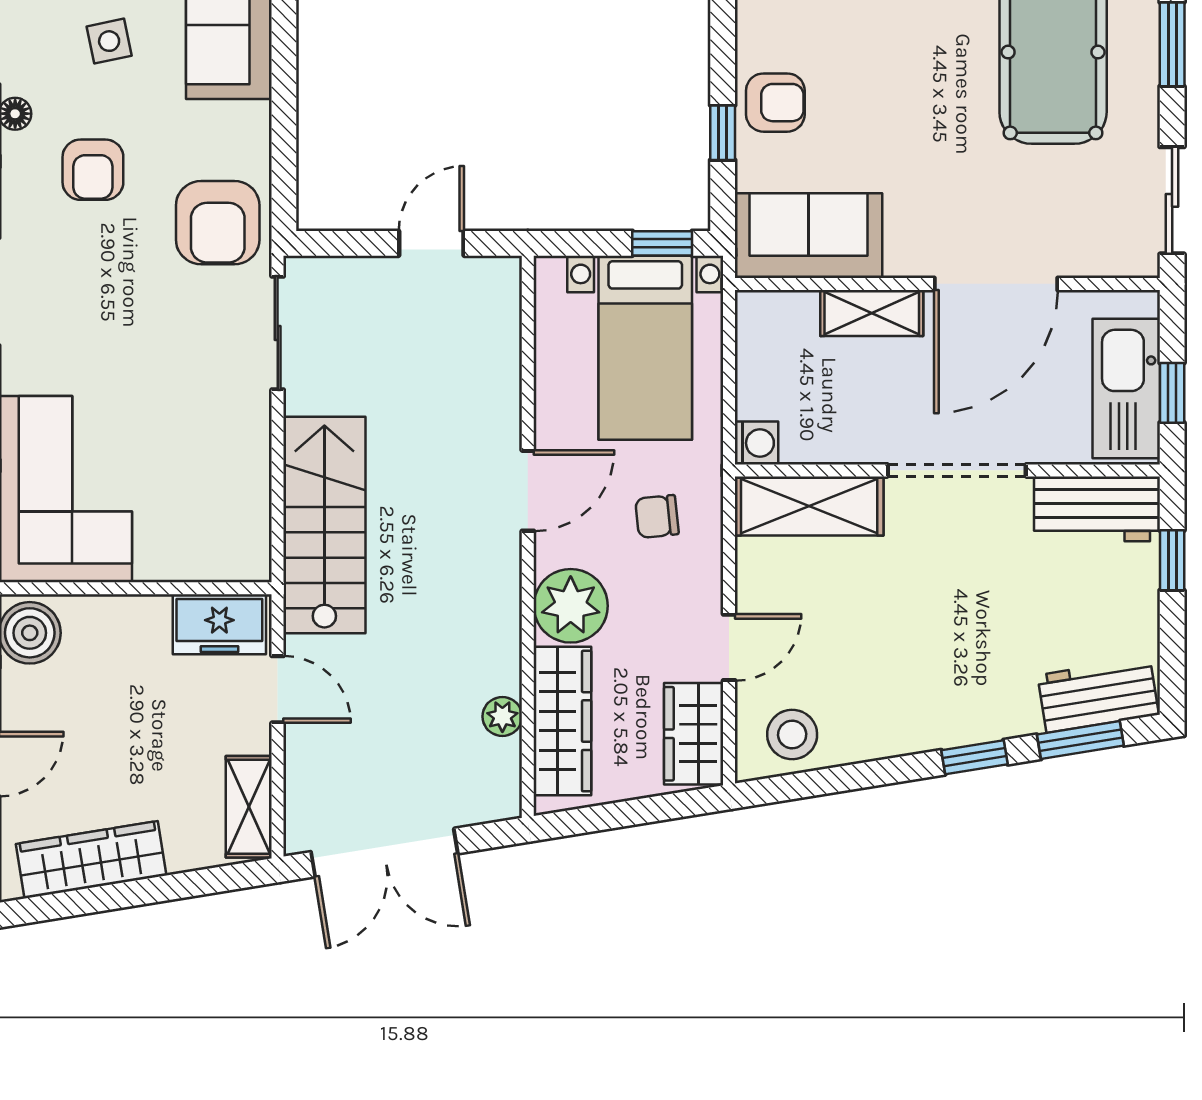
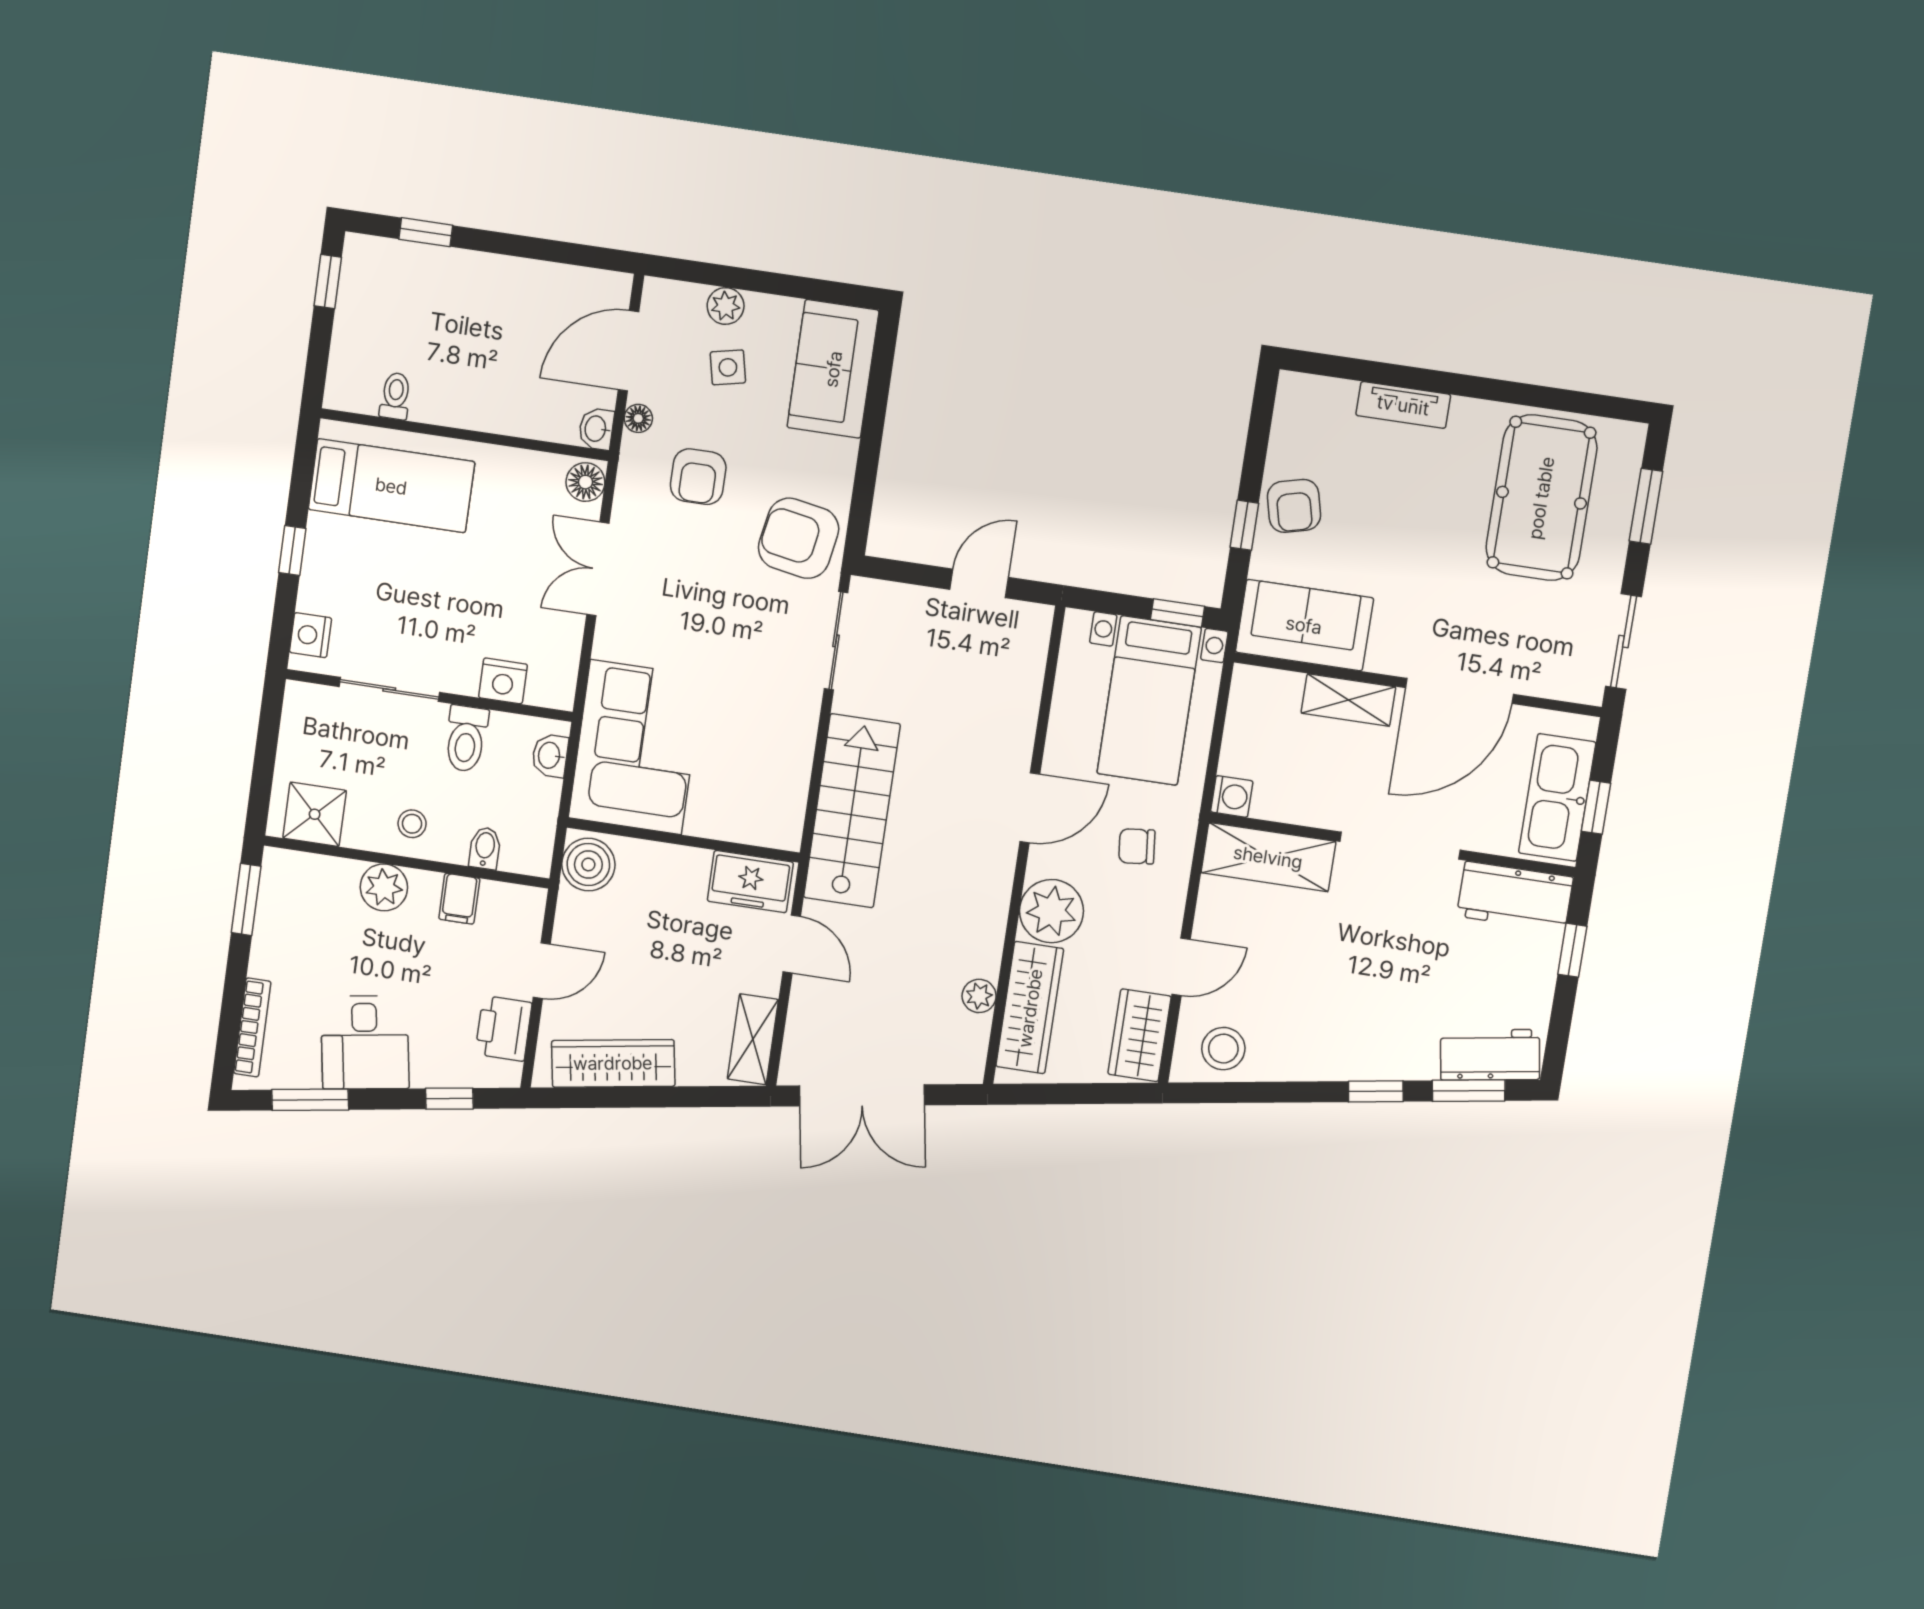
armchair: (775, 103) -> (1294, 506), turned 76
armchair: (218, 223) -> (799, 538), turned 100

